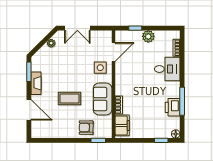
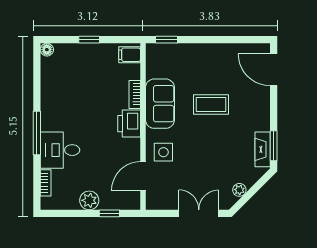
fireplace: (36, 83) -> (263, 149), moved
window: (182, 101) -> (37, 133), moved
printer: (173, 107) -> (129, 124), moved, turned 180
door: (29, 110) -> (274, 70), moved
filing cabinet: (122, 125) -> (130, 55), width x0.50
armchair: (86, 128) -> (185, 60), removed
window: (161, 140) -> (89, 40), moved

